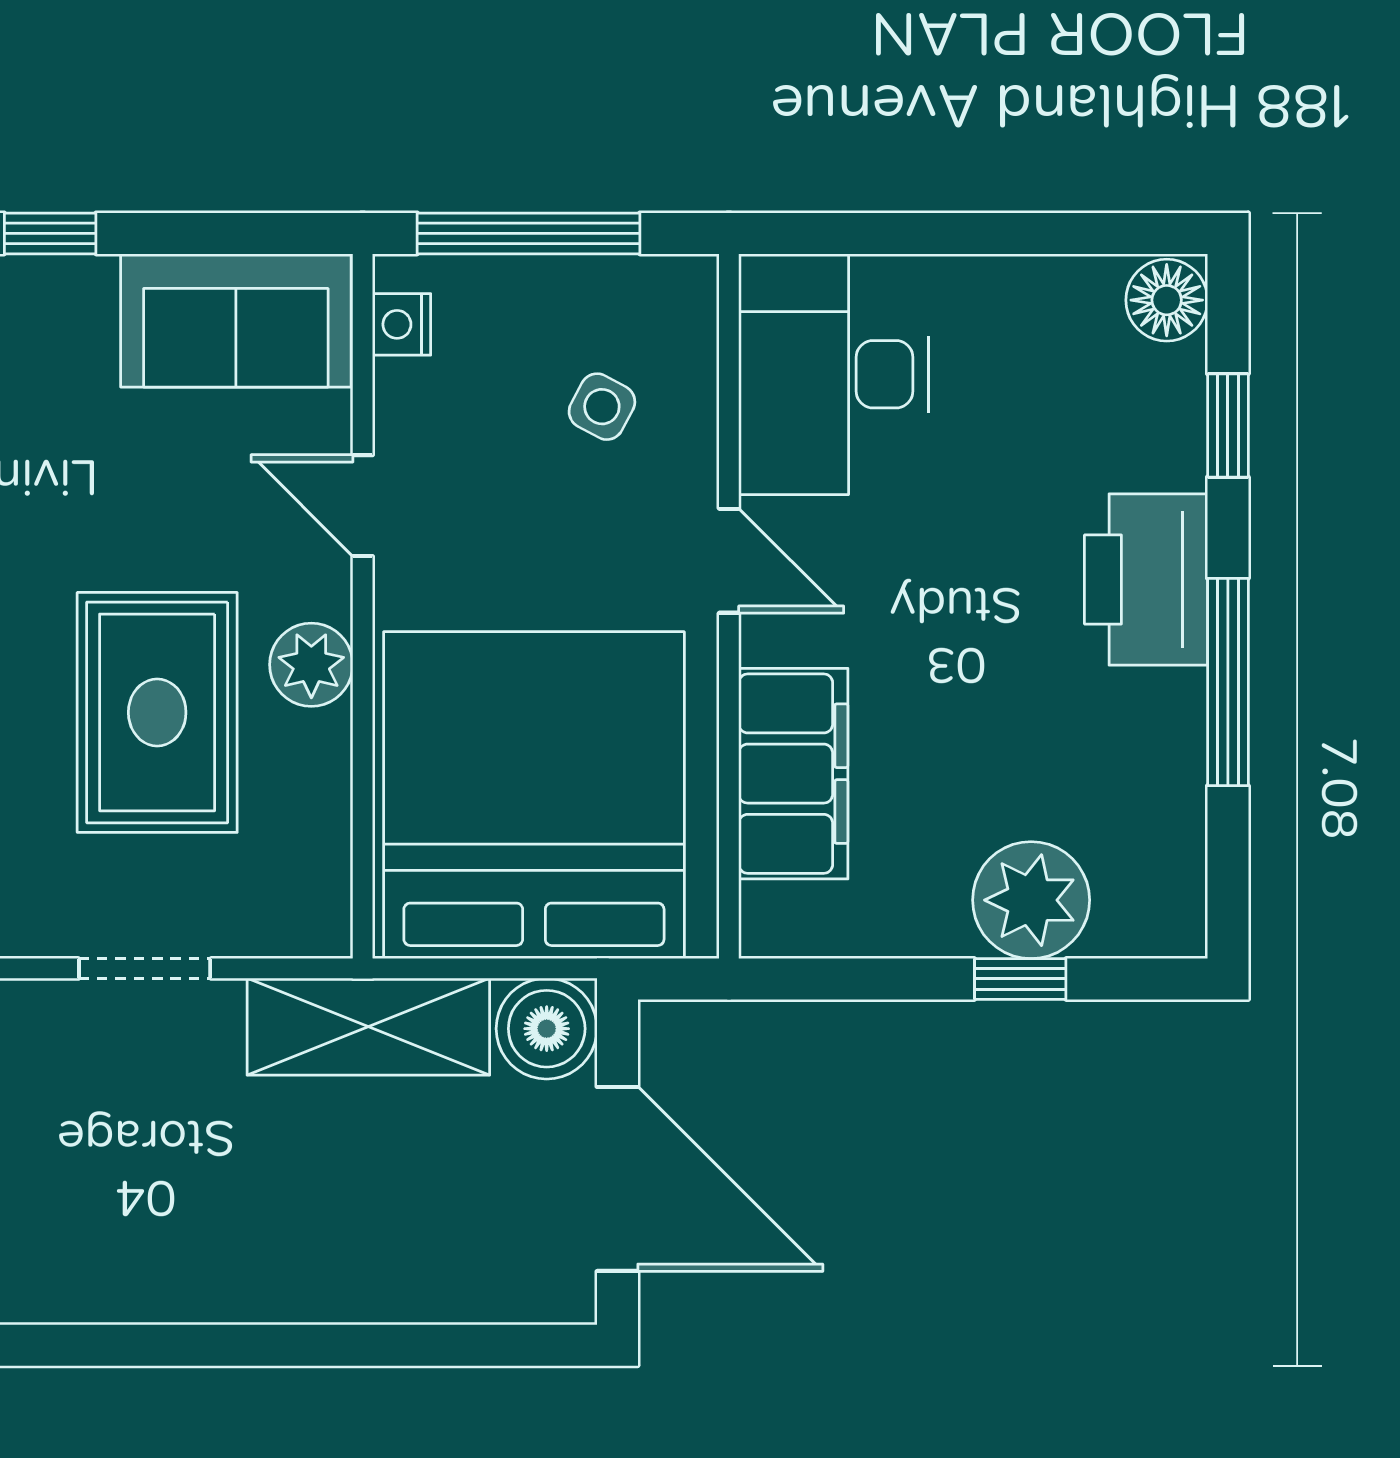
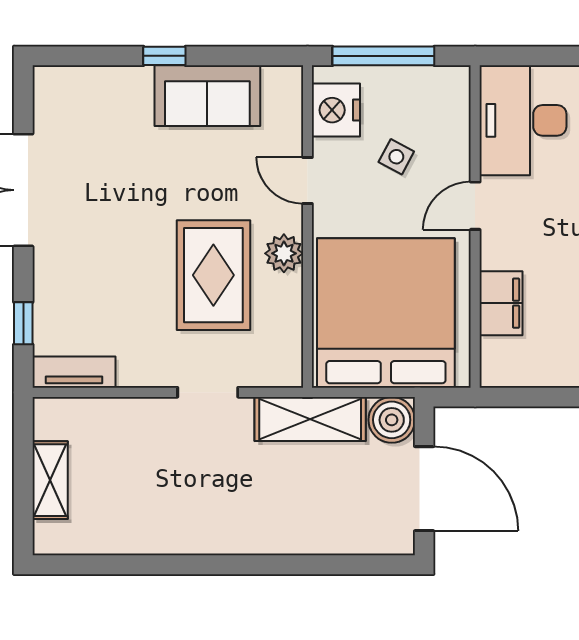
sofa: (236, 320) -> (207, 96), moved
nightstand: (402, 324) -> (336, 110), width x1.89, depth x1.79
side table: (602, 407) -> (396, 157), moved
door: (729, 561) -> (475, 206), swing flipped
filing cabinet: (793, 774) -> (501, 303), width x0.67, depth x0.86

